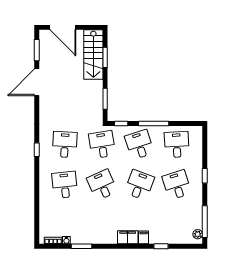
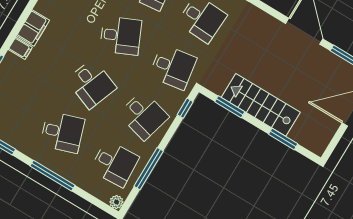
stairs: (93, 55) -> (261, 105), moved
window: (154, 123) -> (149, 169), moved
plant: (198, 130) -> (116, 202), added
desk: (139, 145) -> (144, 115), turned 33
window: (205, 176) -> (53, 176), width x2.17

